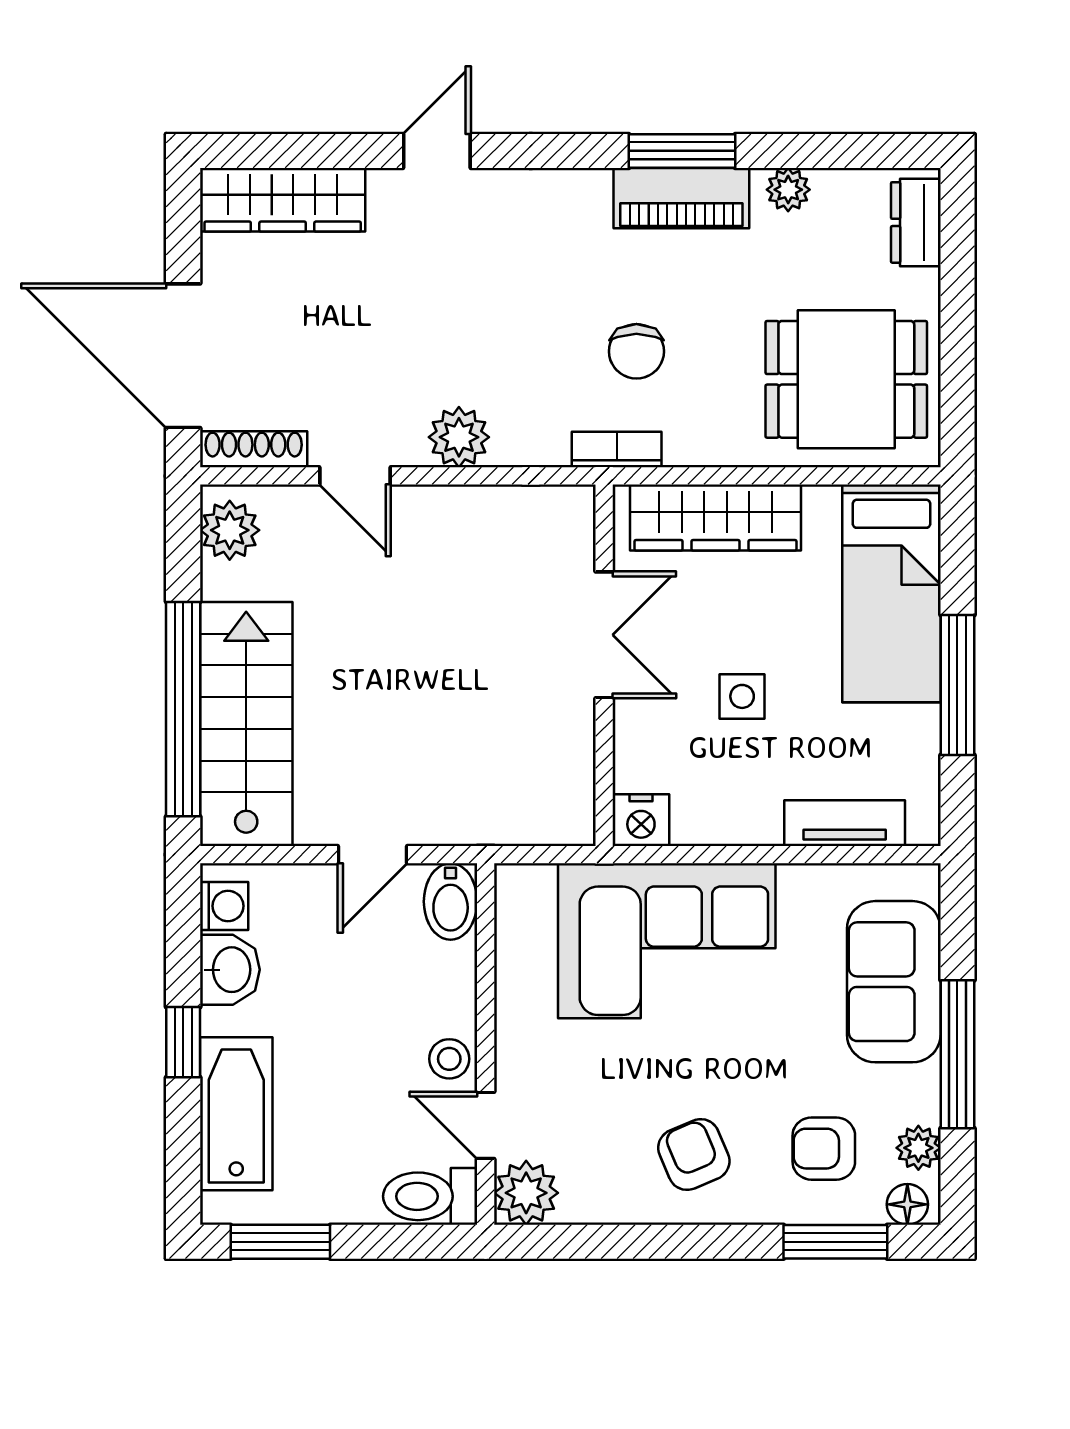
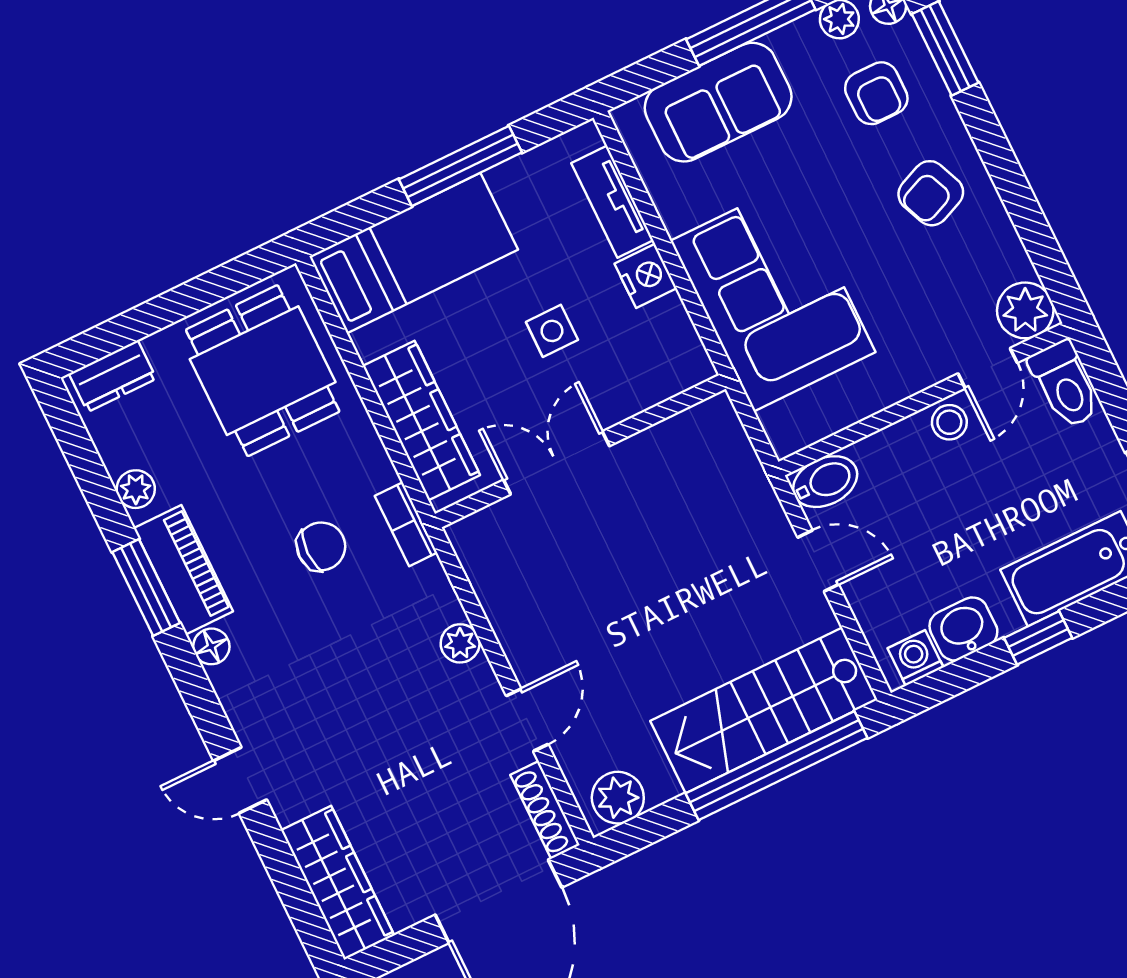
floor lamp: (589, 188) -> (211, 646), added
plant: (459, 437) -> (460, 643), width x0.73, depth x0.73
nightstand: (641, 820) -> (646, 276), moved

